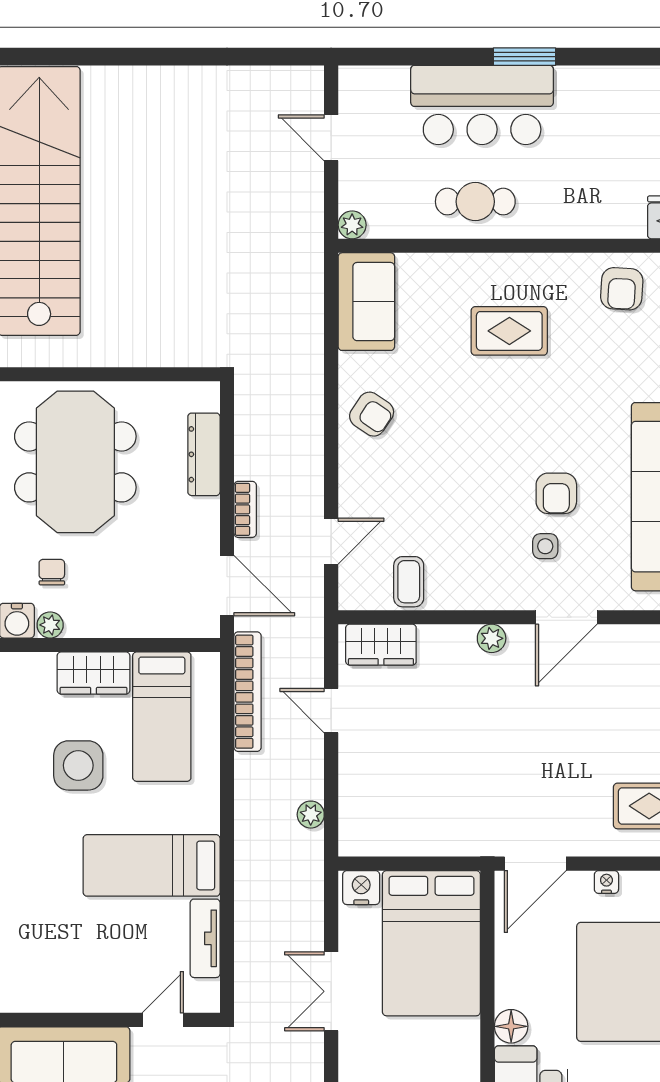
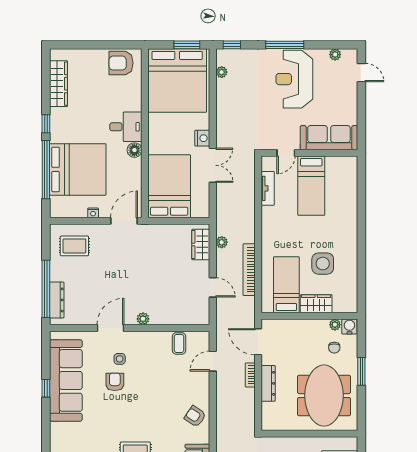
dresser: (204, 454) -> (268, 383), moved
wardrobe: (381, 645) -> (201, 245), moved, turned -90
bookcase: (248, 692) -> (249, 270), moved
bed: (152, 865) -> (311, 186), moved, turned 90
nightstand: (361, 888) -> (202, 138), moved, turned -90

